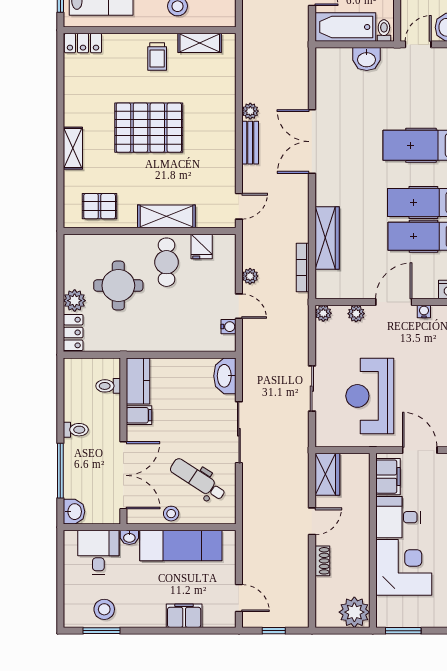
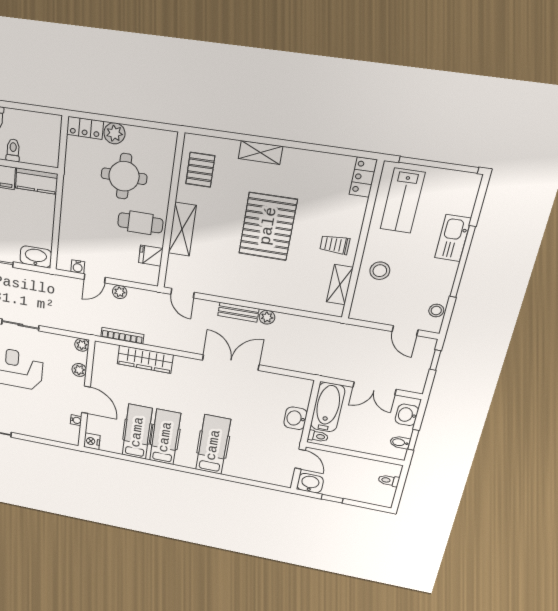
toilet: (108, 386) -> (13, 150), moved

